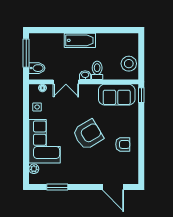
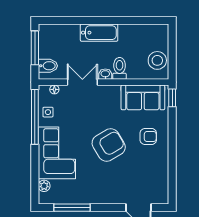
double door: (66, 82) -> (82, 82), swing flipped
window: (26, 111) -> (35, 117), added
armchair: (123, 144) -> (148, 137), moved
window: (57, 187) -> (72, 208), width x1.44

